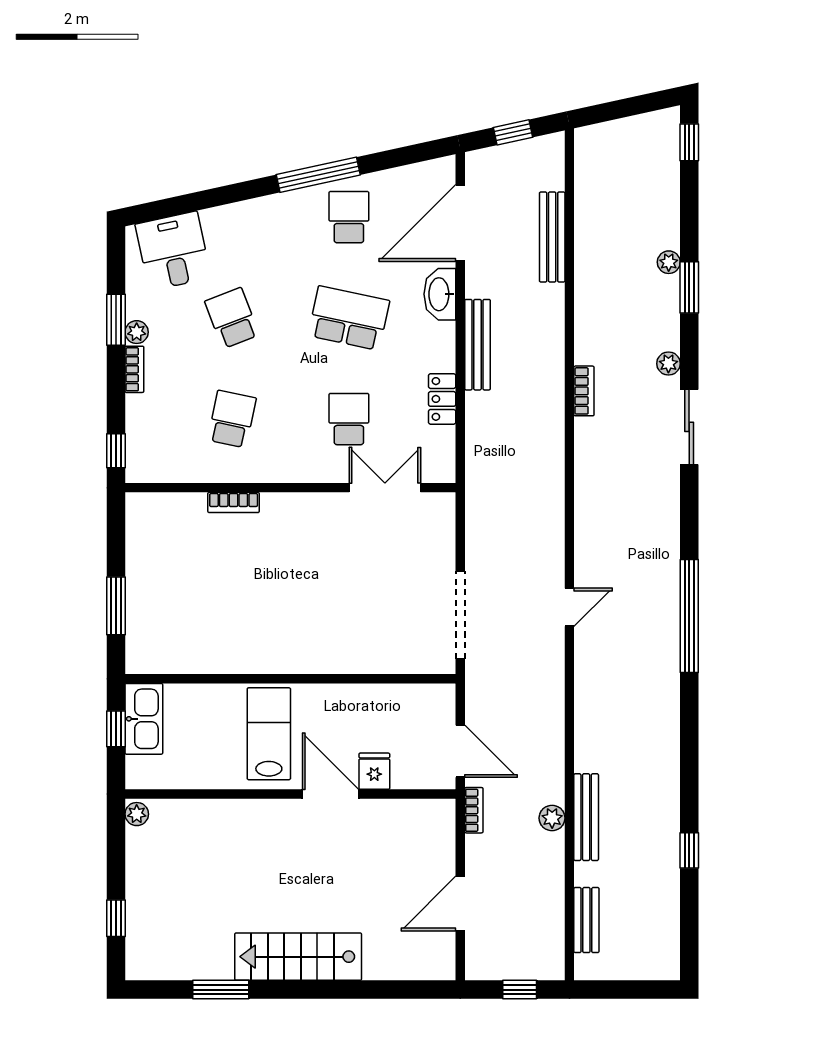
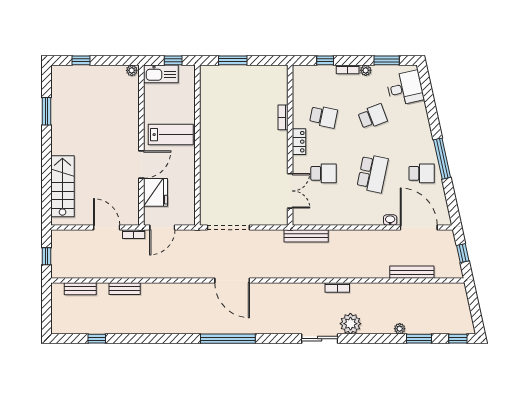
window: (689, 287) -> (419, 339), moved
washbasin: (440, 294) -> (390, 220), width x0.52, depth x0.69
window: (116, 320) -> (387, 60), moved
bench: (477, 345) -> (306, 236), moved
plant: (668, 364) -> (350, 324), width x1.88, depth x1.88
locker: (442, 399) -> (299, 142), moved, turned 90
window: (116, 451) -> (325, 60), moved
door: (569, 607) -> (232, 280), width x1.88
kitchen sink: (144, 719) -> (161, 74), moved
fridge: (374, 771) -> (156, 192), width x1.88, depth x1.34
bench: (586, 817) -> (125, 289), width x0.73
plant: (552, 818) -> (130, 272), removed
window: (689, 850) -> (97, 339), moved
door: (460, 904) -> (107, 227), moved
stairs: (298, 957) -> (62, 186), moved

